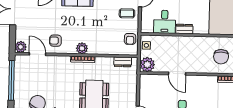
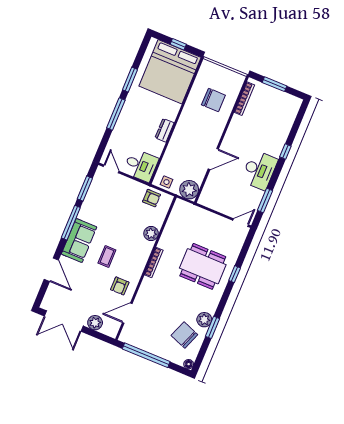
coffee table: (127, 13) -> (107, 256), moved
desk: (165, 22) -> (141, 165), moved
plant: (21, 47) -> (95, 323), moved
plant: (82, 48) -> (151, 234), moved
dresser: (123, 62) -> (175, 217), removed

